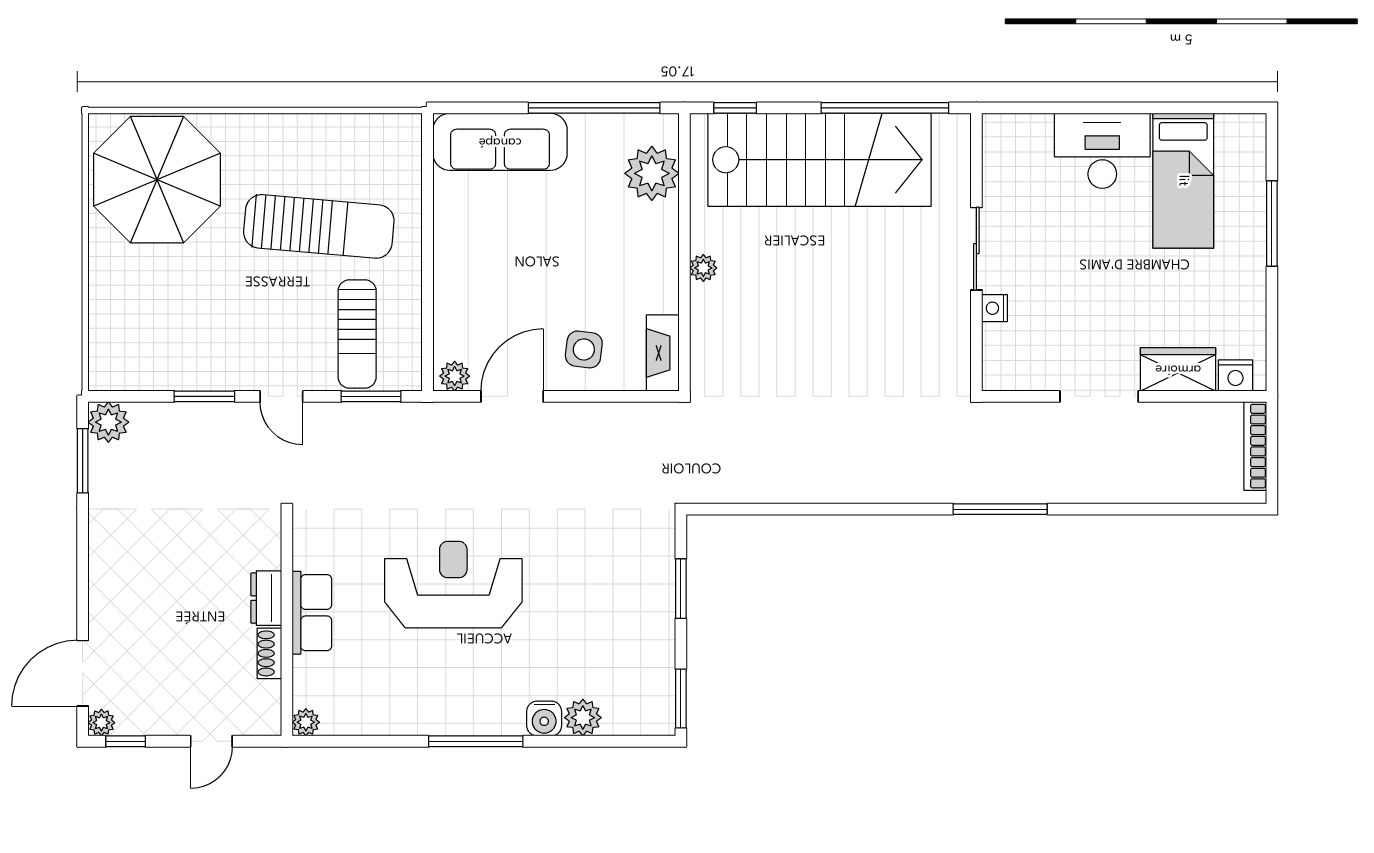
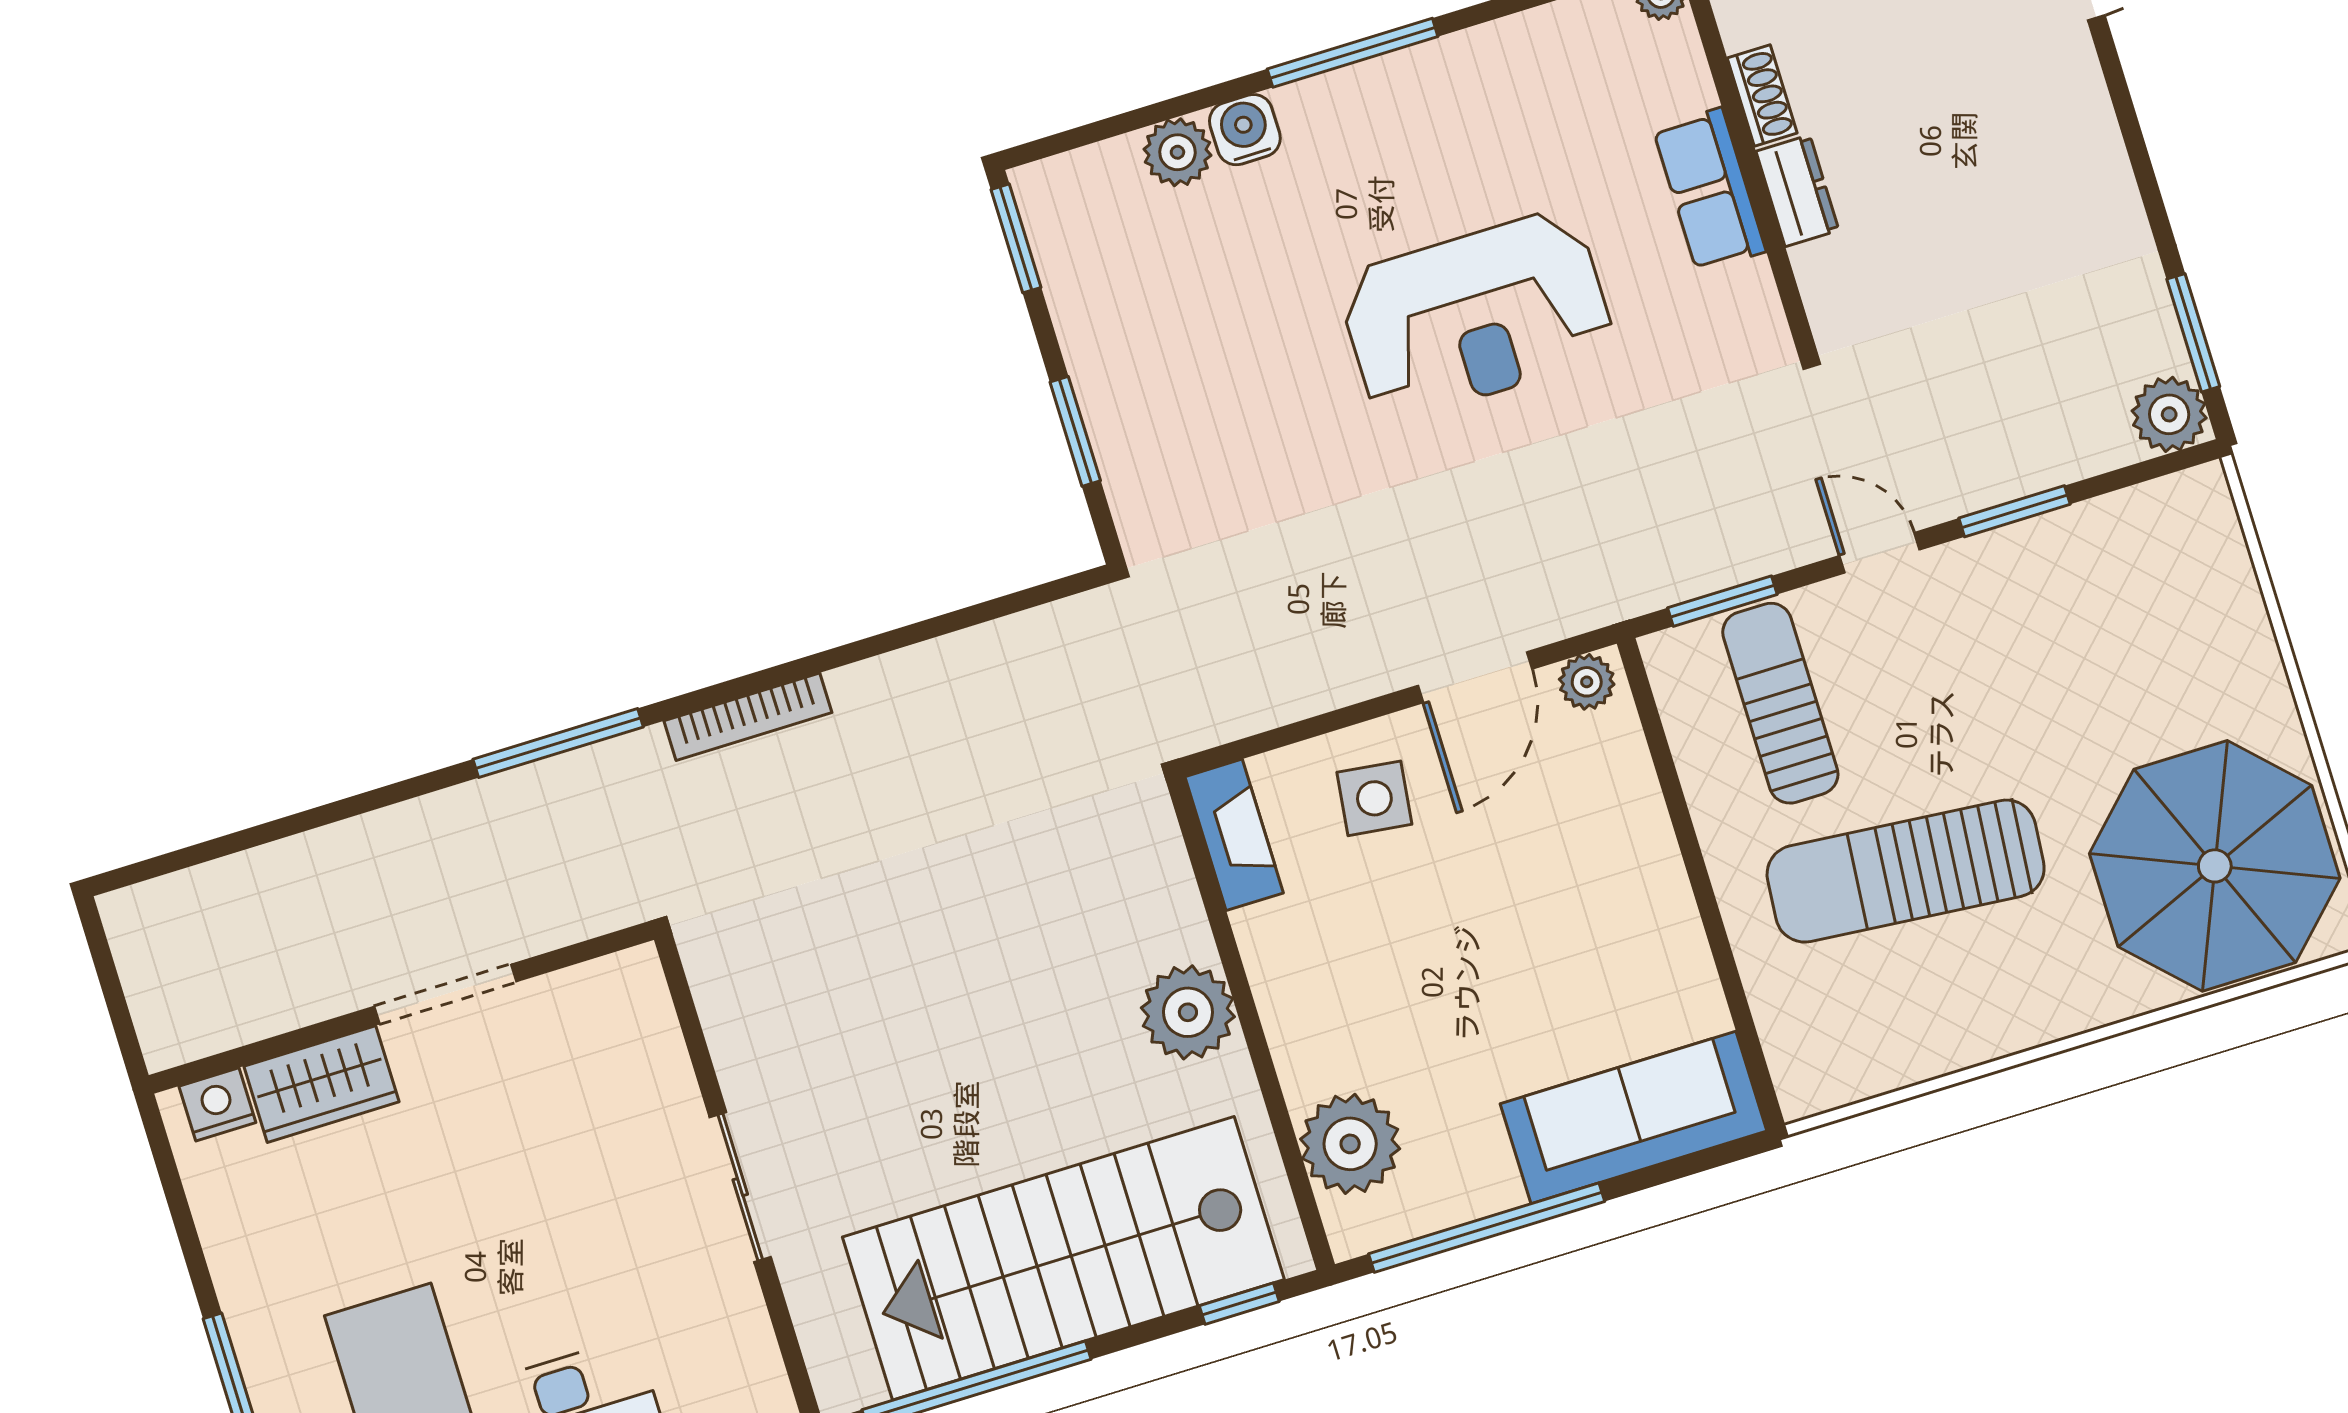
plant: (703, 268) -> (1188, 1012), width x1.87, depth x1.87
nightstand: (994, 308) -> (676, 1092), removed
bookcase: (1255, 446) -> (748, 717), moved, turned 90

